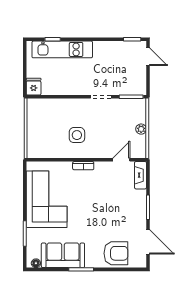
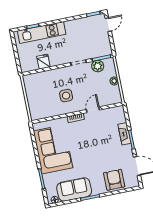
door: (148, 57) -> (108, 25), hinge flipped
fridge: (34, 87) -> (43, 62), moved
plant: (124, 106) -> (98, 66), added
door: (121, 160) -> (93, 110), moved
fireplace: (140, 175) -> (124, 134), moved
armchair: (116, 253) -> (114, 180), turned -90

